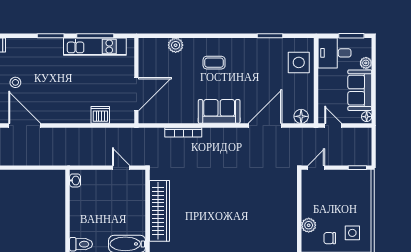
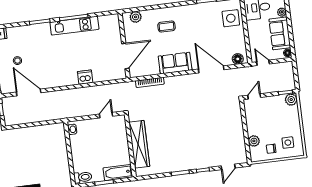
wall: (136, 81) -> (124, 46), moved
door: (136, 94) -> (125, 56), moved
door: (265, 126) -> (211, 69), hinge flipped
door: (121, 168) -> (106, 115), hinge flipped
plant: (364, 178) -> (291, 100), added

